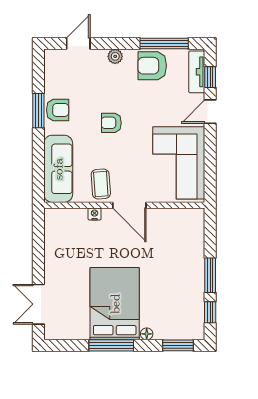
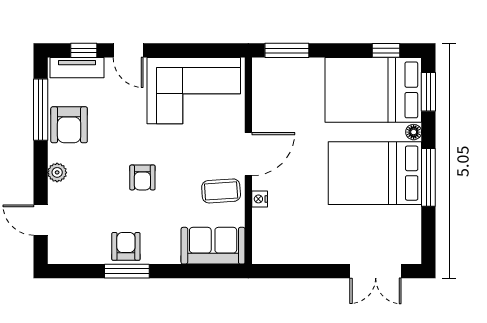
sofa: (58, 169) -> (213, 246), width x0.73
window: (210, 275) -> (287, 50), moved
bed: (179, 303) -> (373, 90), added

